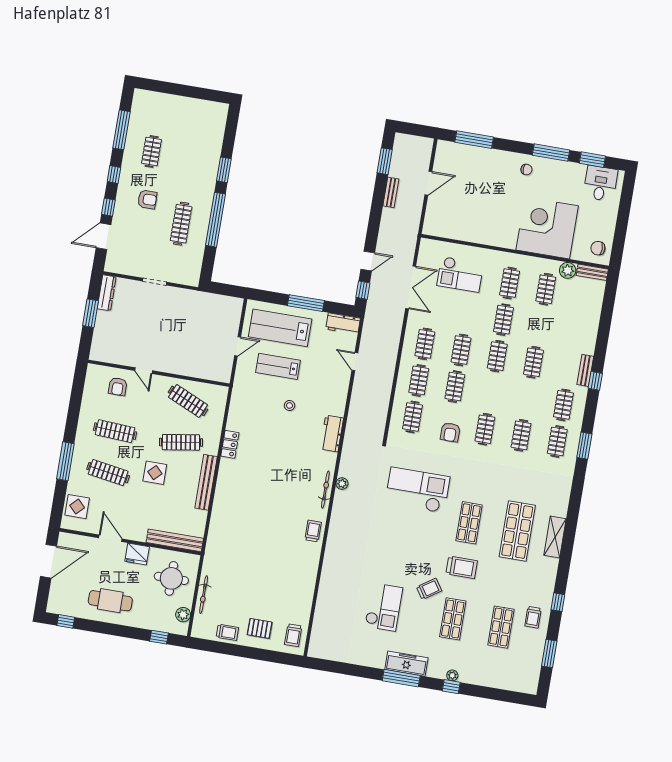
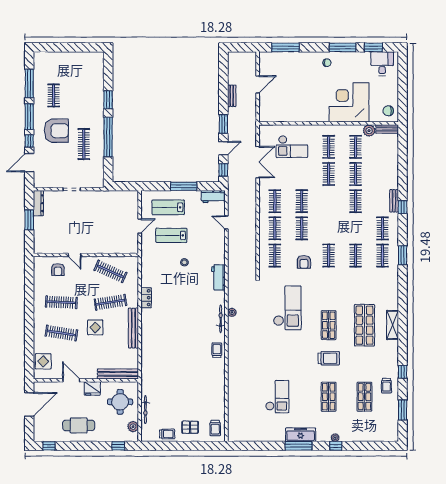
window: (385, 161) -> (223, 124), moved
window: (114, 174) -> (29, 117), width x2.17
armchair: (147, 199) -> (56, 131), width x1.88, depth x1.88
lab bench: (280, 328) -> (168, 207), width x0.73, depth x0.72
clothes rail: (497, 356) -> (356, 174), moved
window: (65, 461) -> (29, 330), removed
checkout: (417, 490) -> (287, 308), turned 90
trolley: (429, 589) -> (308, 378), removed

